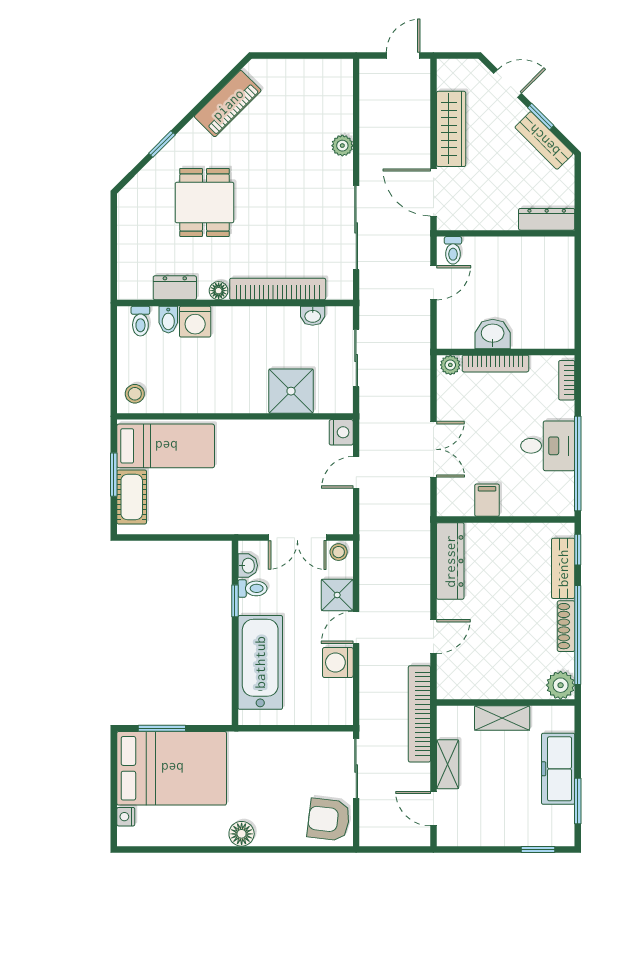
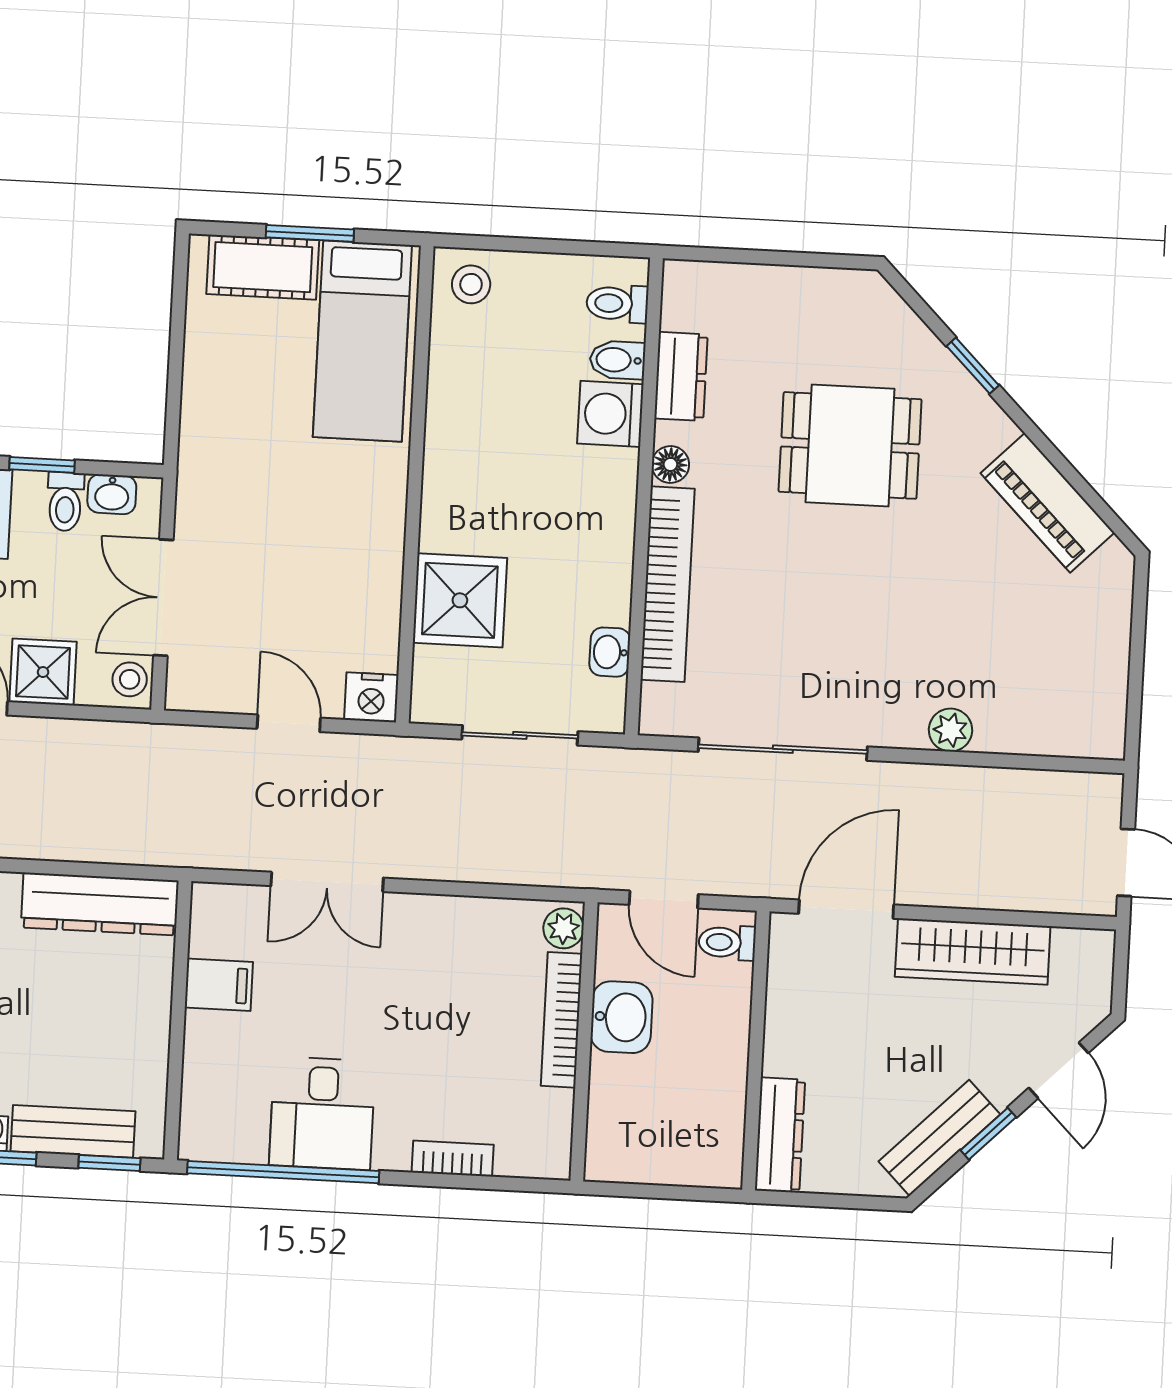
washbasin: (493, 334) -> (622, 1017), moved
wall: (506, 352) -> (584, 1042), moved
bookcase: (495, 364) -> (562, 1020), moved
plant: (450, 365) -> (564, 928), moved

